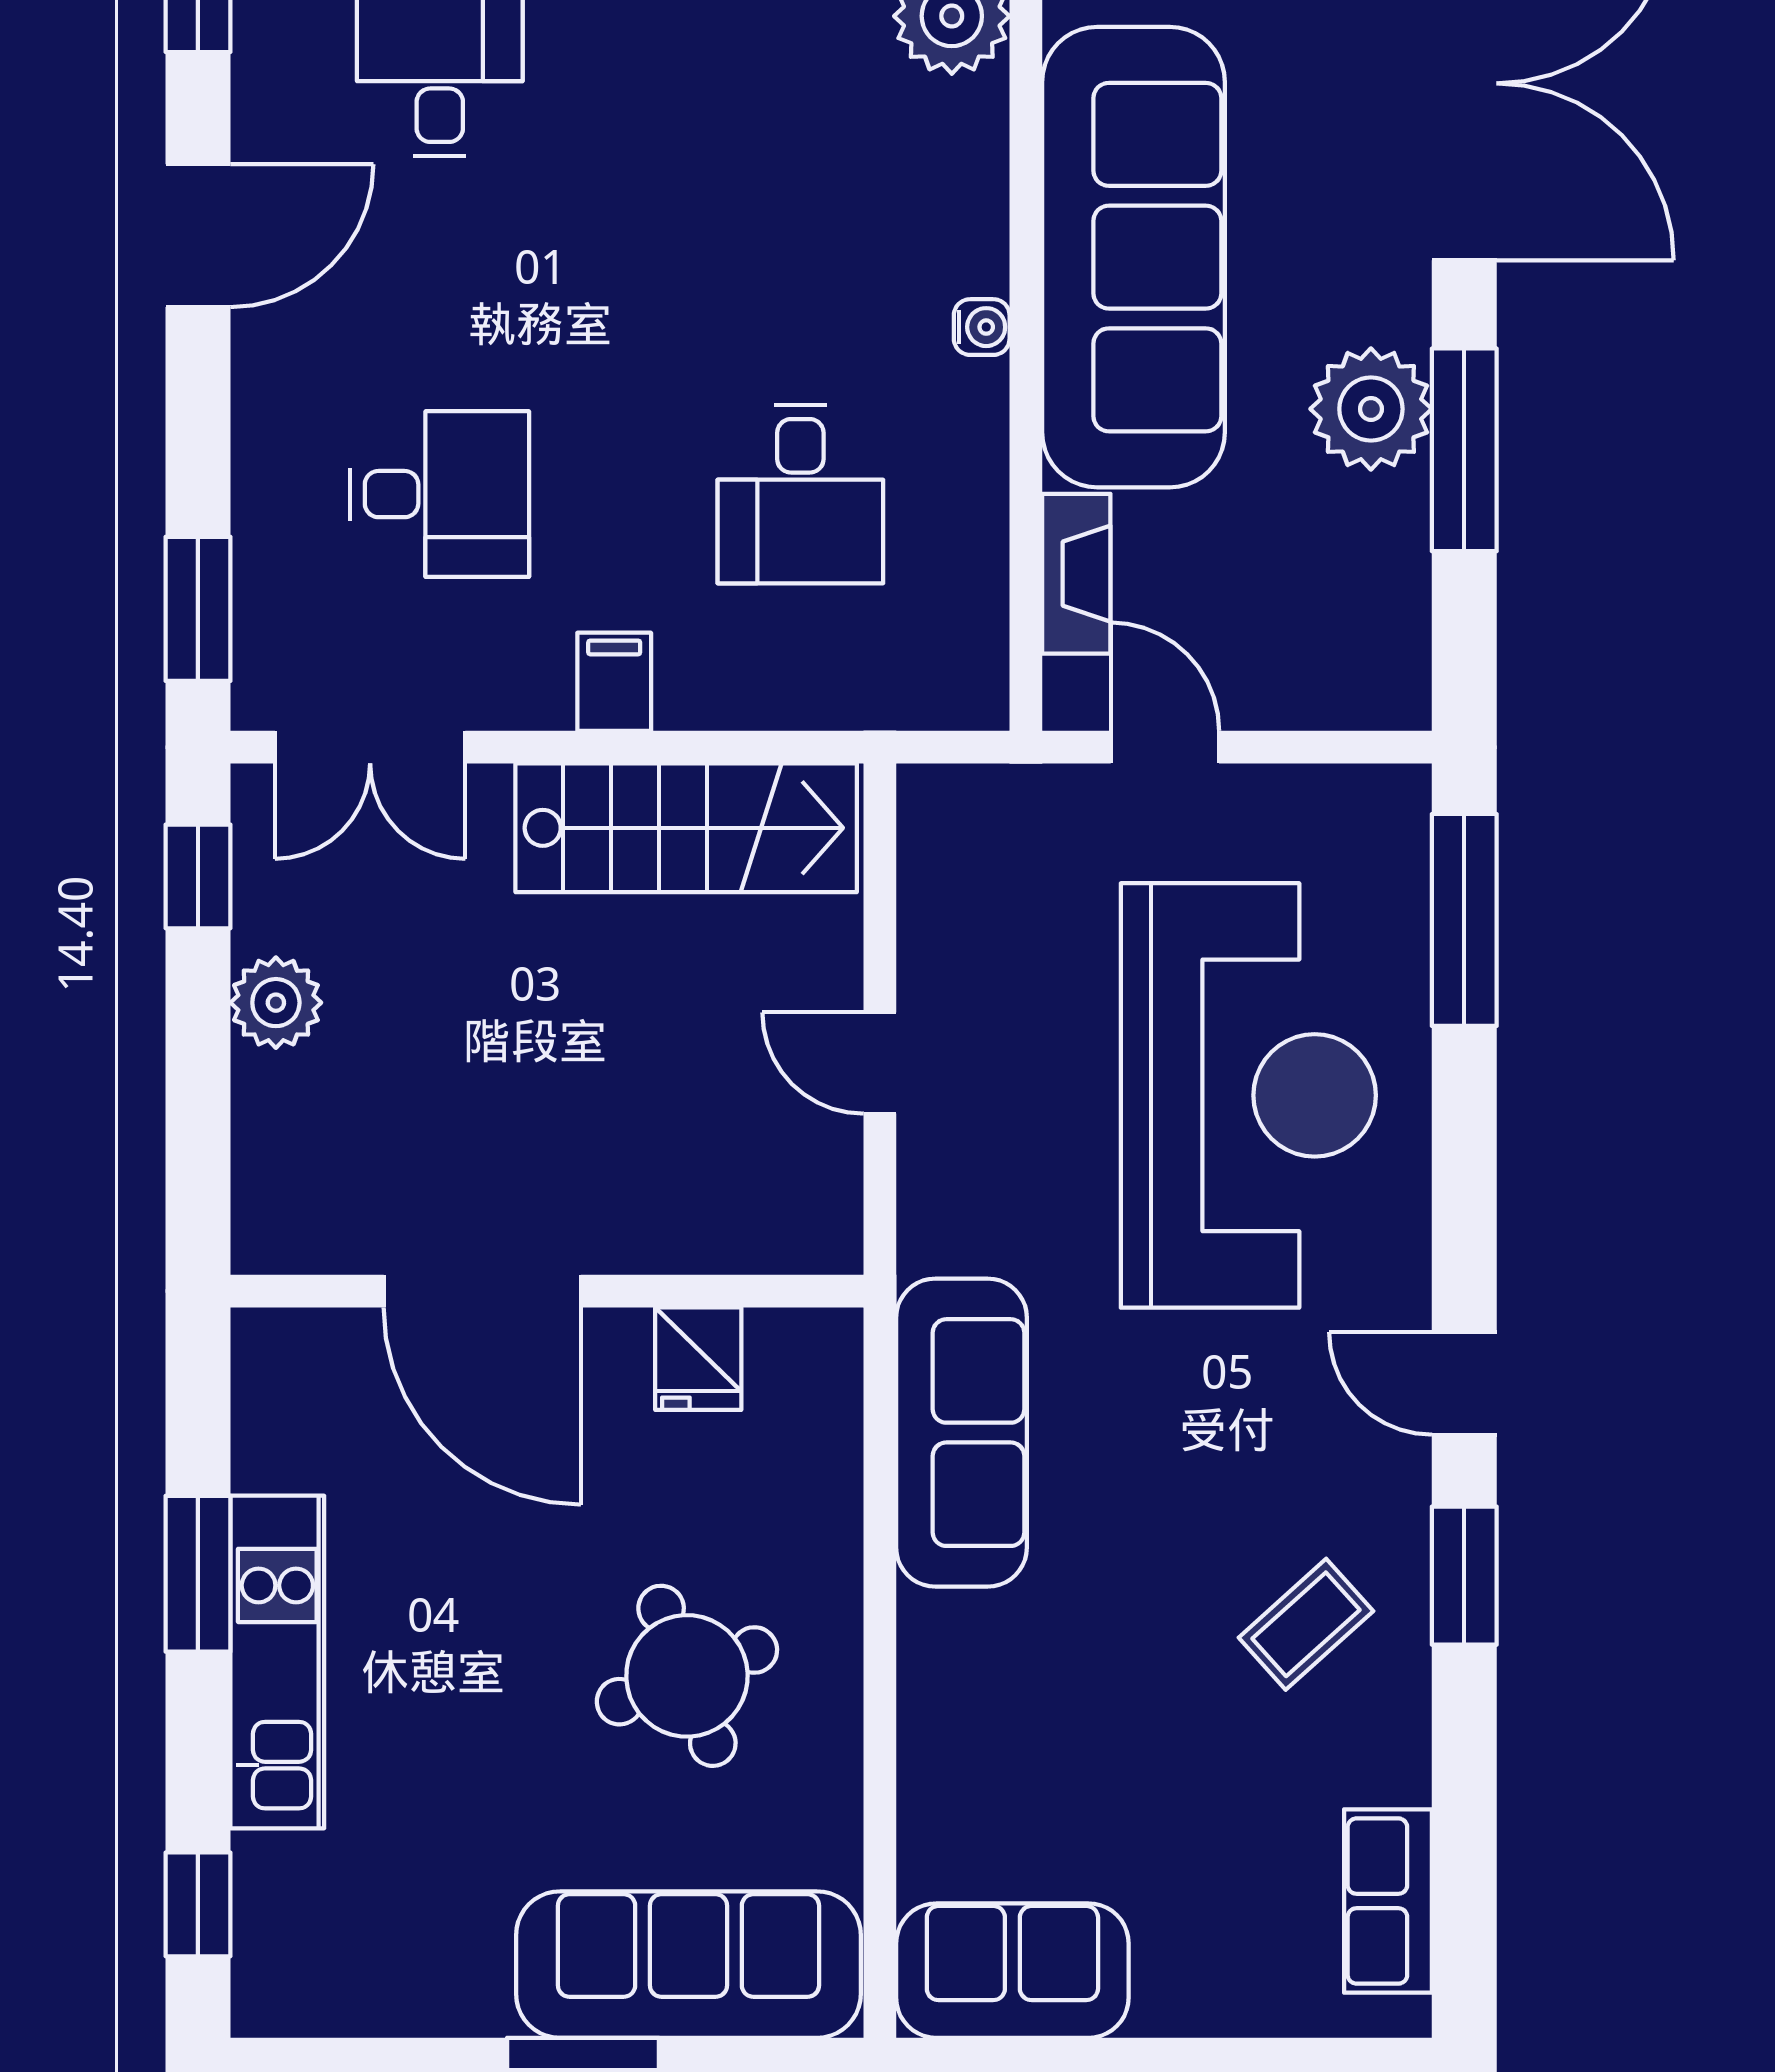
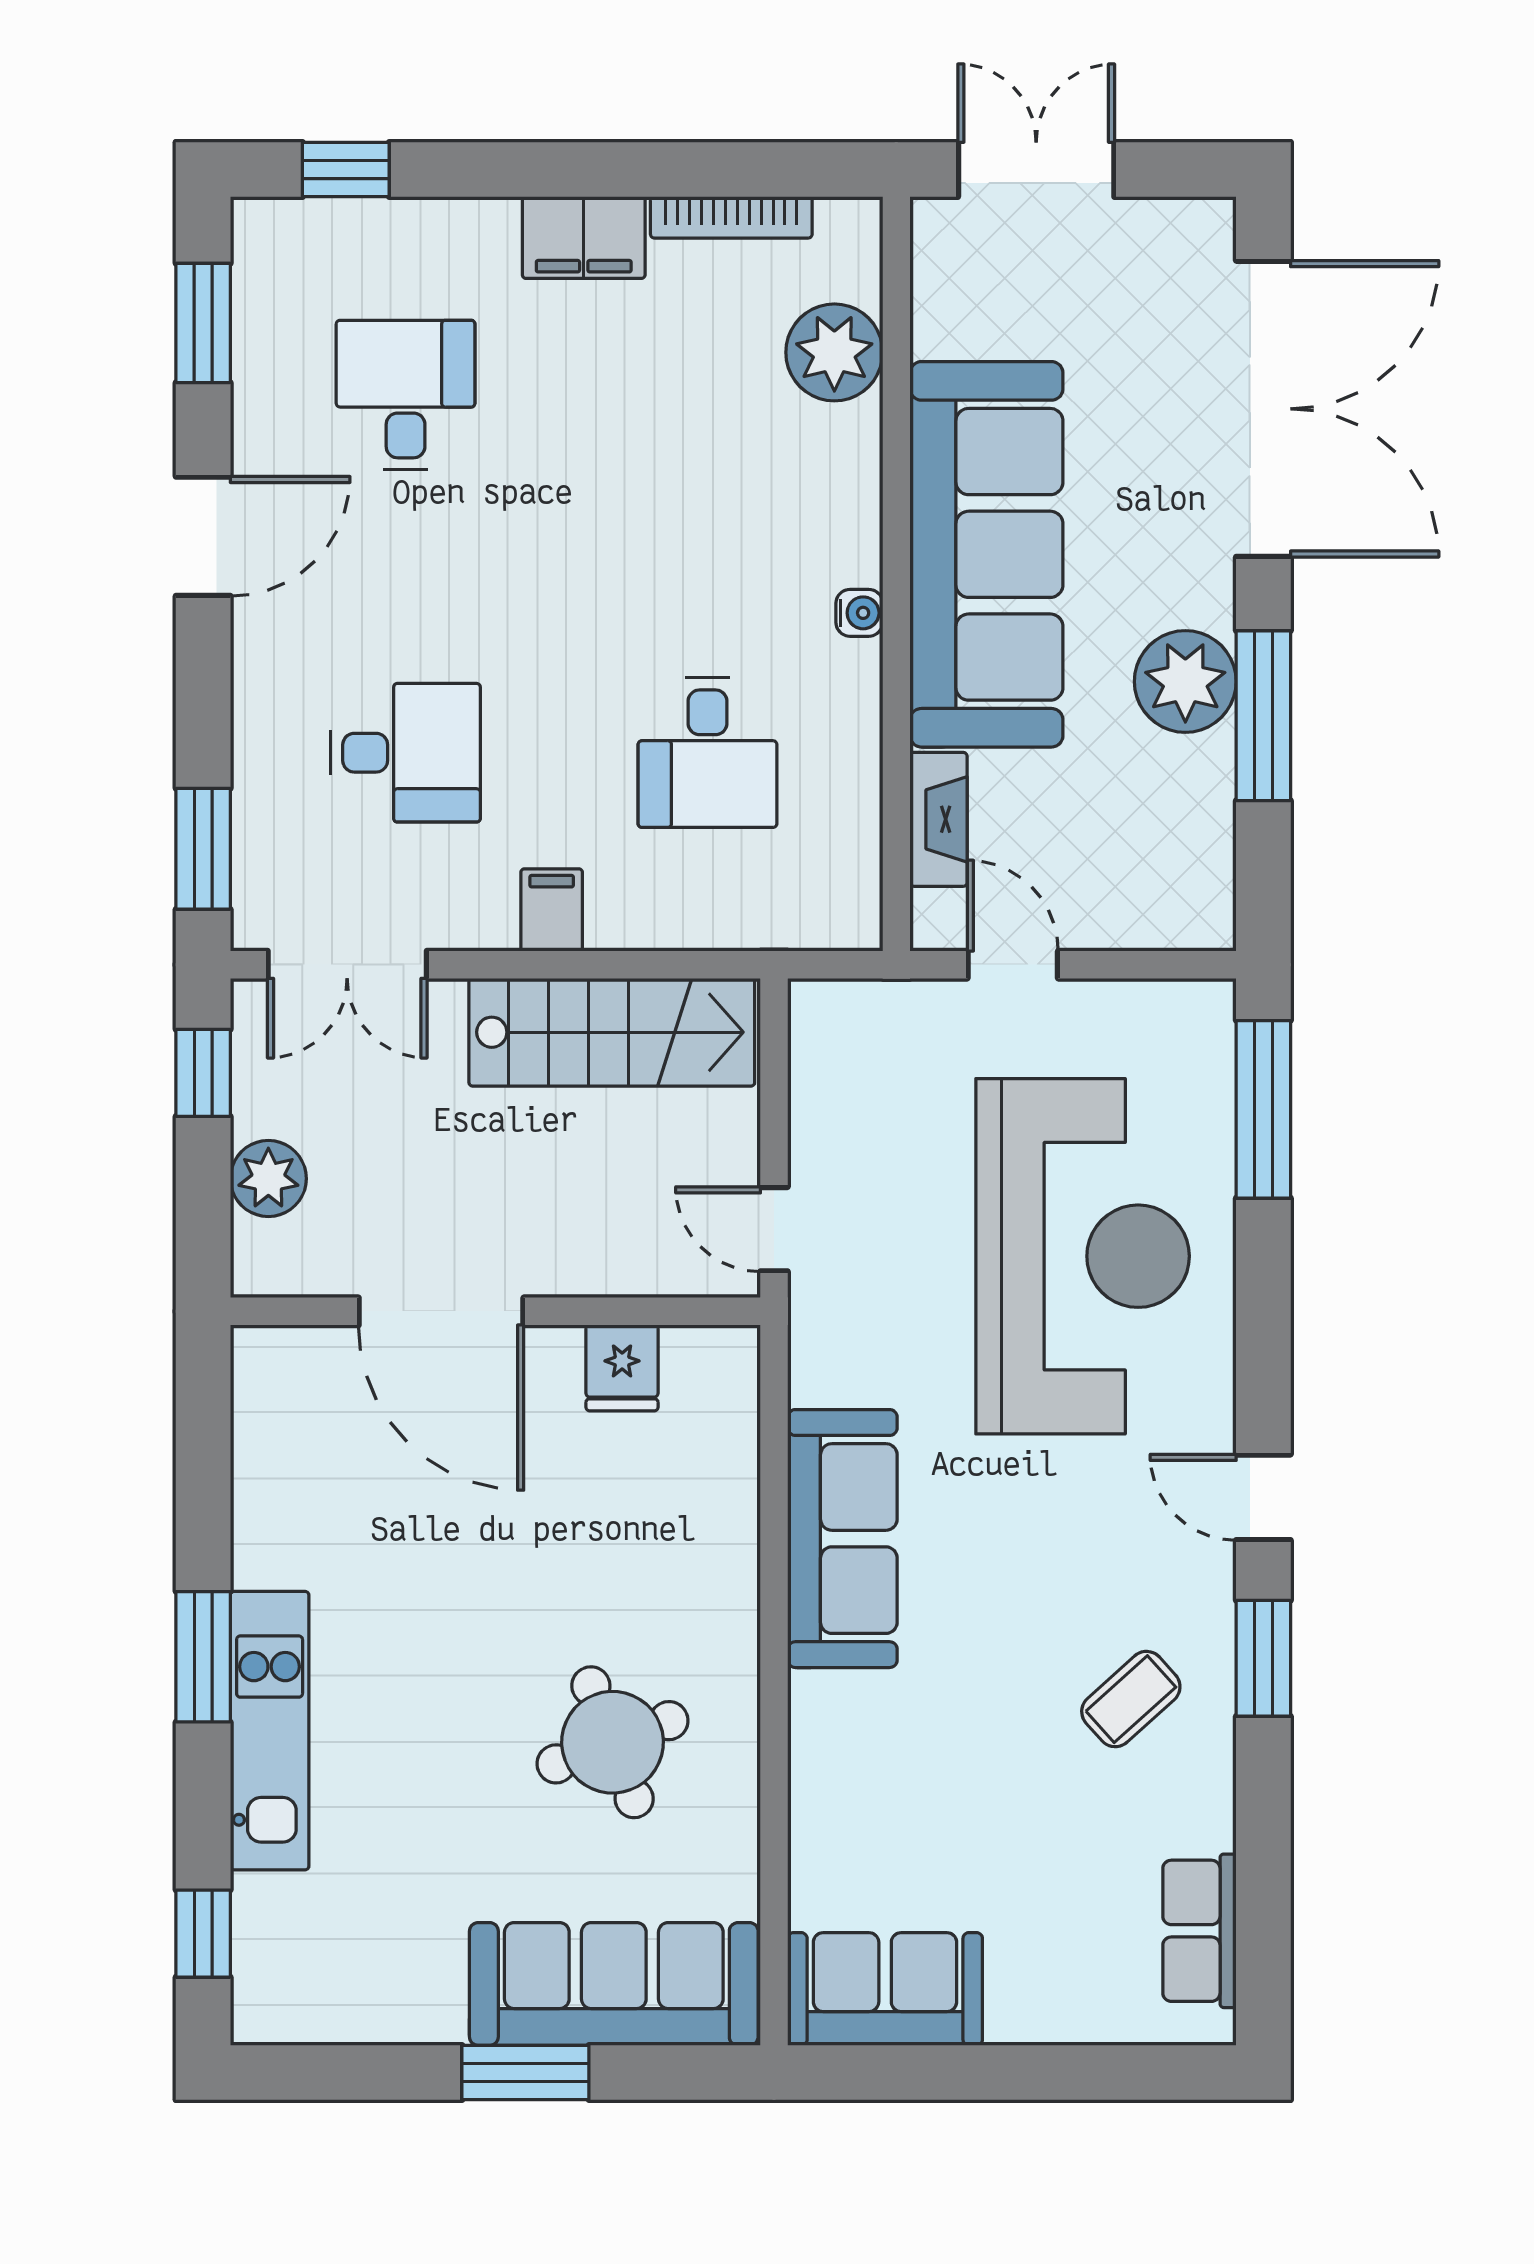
door: (482, 1291) -> (441, 1311), moved
wall: (547, 1291) -> (495, 1311), moved
fridge: (698, 1359) -> (622, 1368), moved

